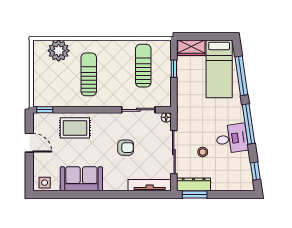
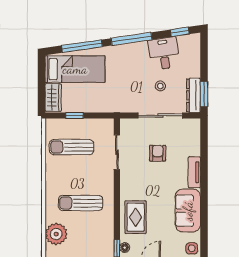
floor lamp: (166, 117) -> (125, 248), moved
desk: (232, 139) -> (164, 53), moved
armchair: (126, 148) -> (158, 153), moved
tv unit: (150, 185) -> (194, 172), moved, width x0.71

